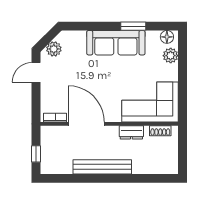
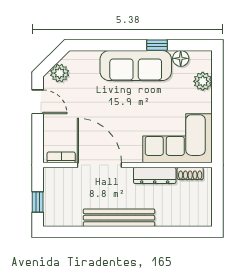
window: (133, 26) -> (157, 45), width x0.67
floor lamp: (167, 37) -> (181, 58), moved
door: (36, 72) -> (38, 102), swing flipped
dresser: (131, 132) -> (155, 175), width x1.44

